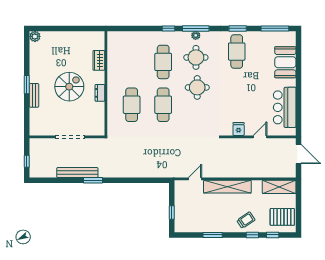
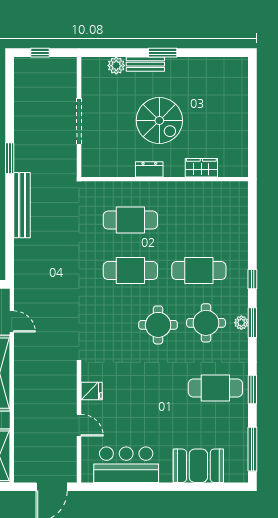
window: (196, 28) -> (252, 323), width x0.69
plant: (35, 36) -> (116, 66), moved
bench: (77, 173) -> (22, 205), moved

